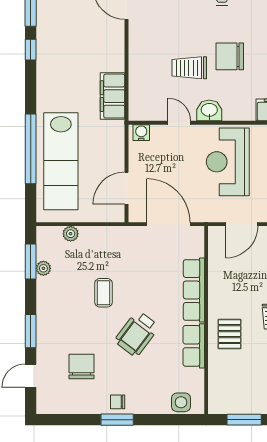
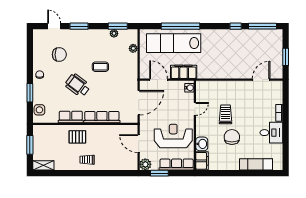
filing cabinet: (113, 96) -> (184, 72), moved
washbasin: (209, 110) -> (202, 144), moved
window: (117, 420) -> (30, 93), moved

